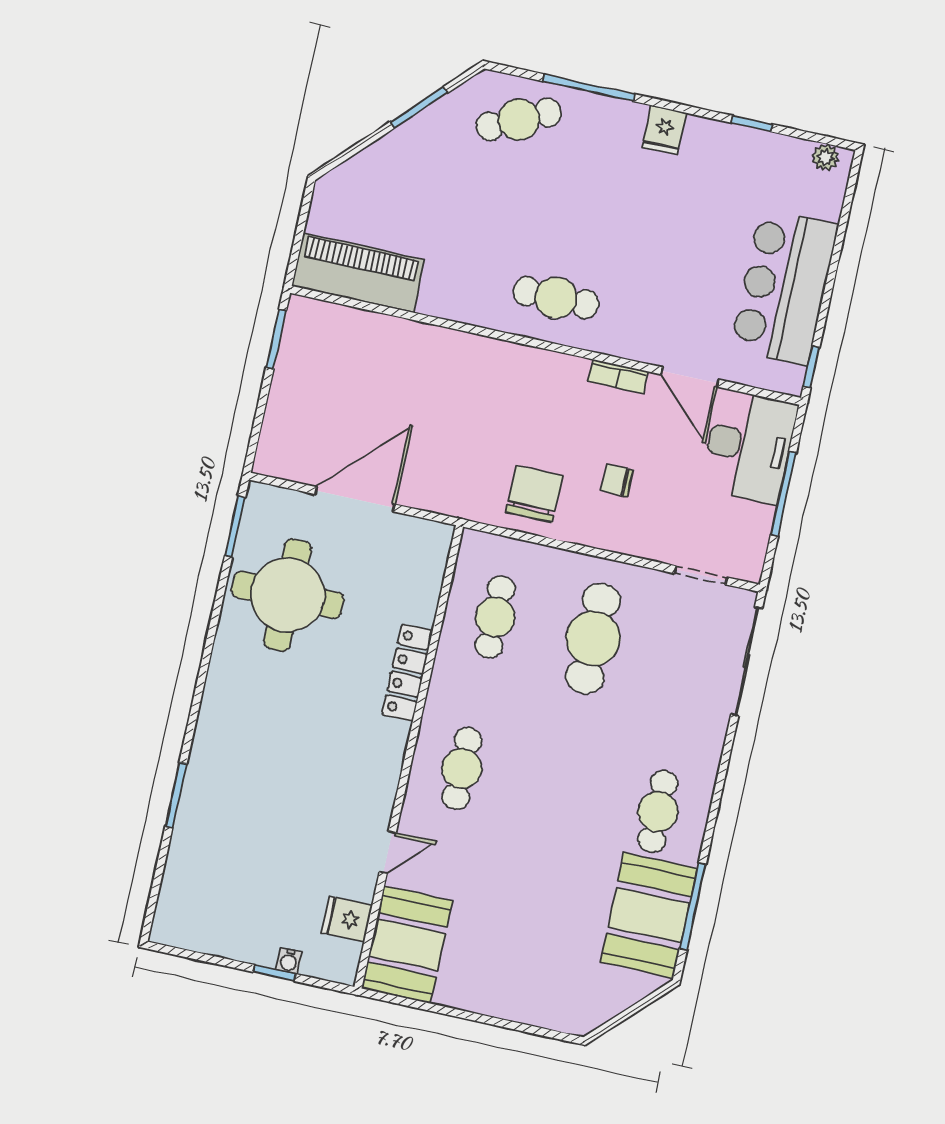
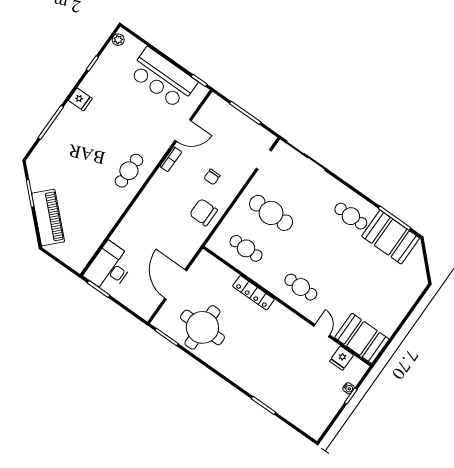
cafe table: (519, 119) -> (52, 156), removed
piano: (358, 273) -> (48, 218), moved, turned 134
desk: (749, 446) -> (110, 268), moved, turned -90

